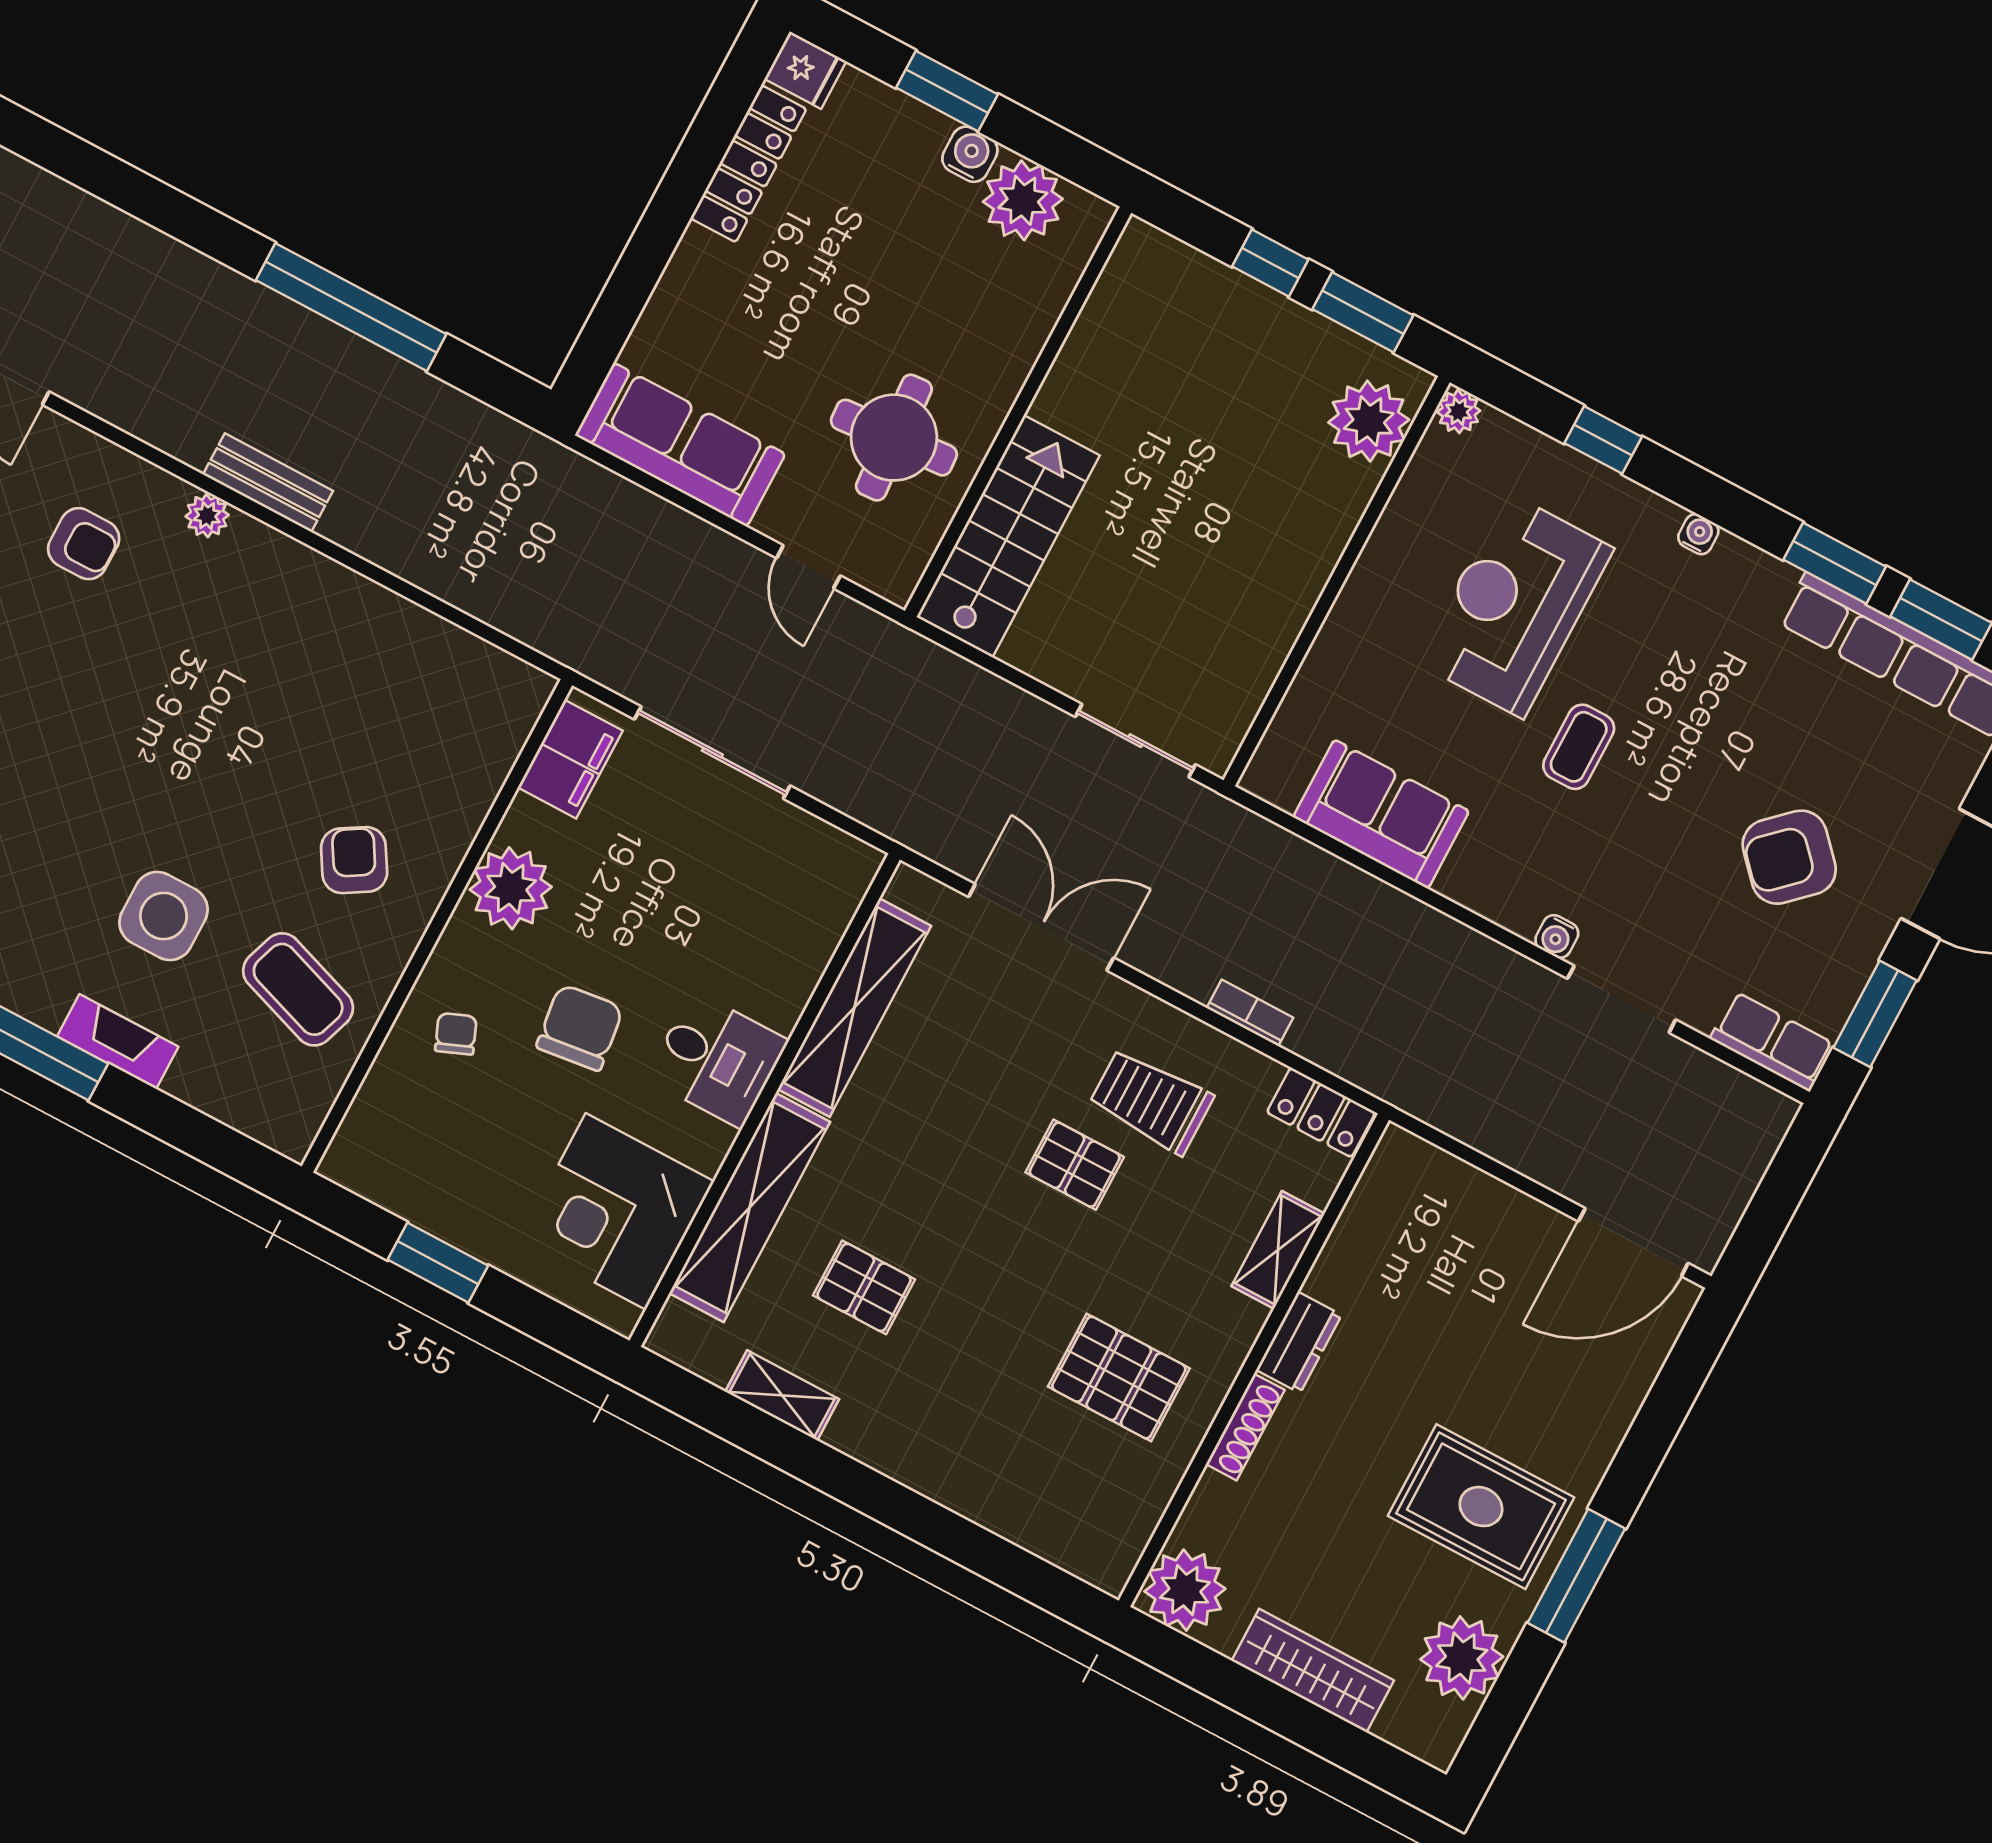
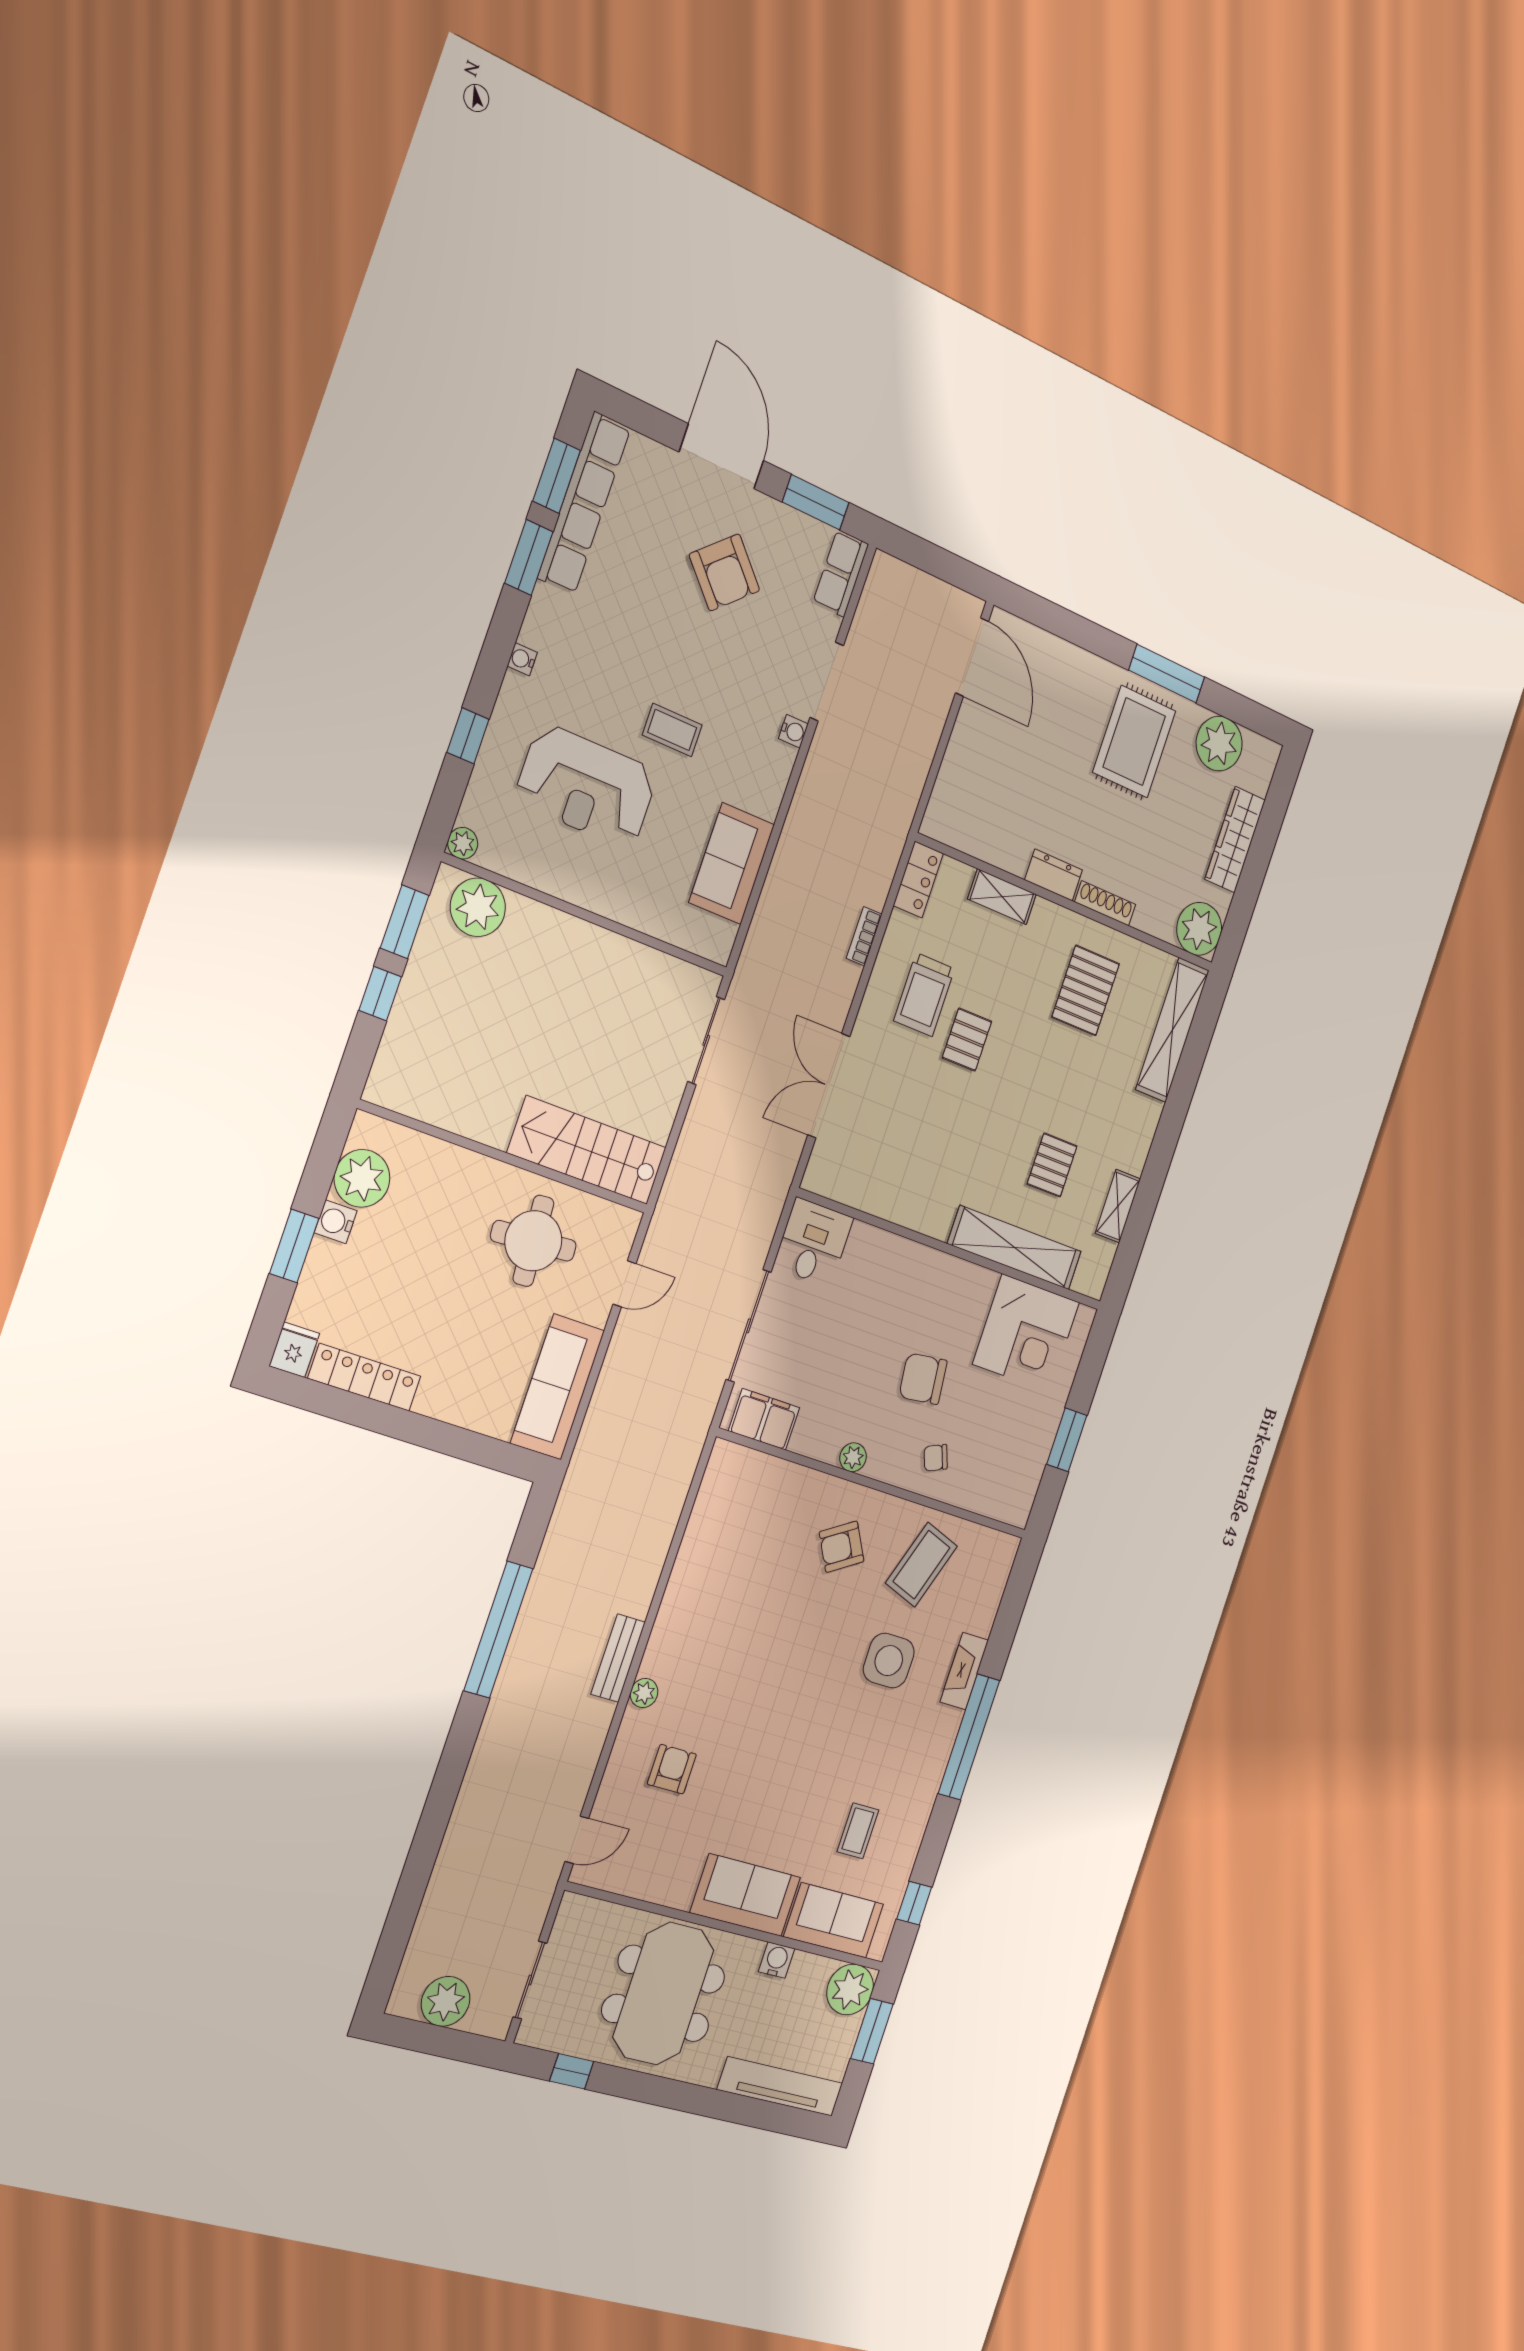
plant: (511, 888) -> (853, 1457), width x0.53, depth x0.53
shelving: (854, 1008) -> (1172, 1030), moved, turned 90
desk: (717, 1059) -> (813, 1242), moved

